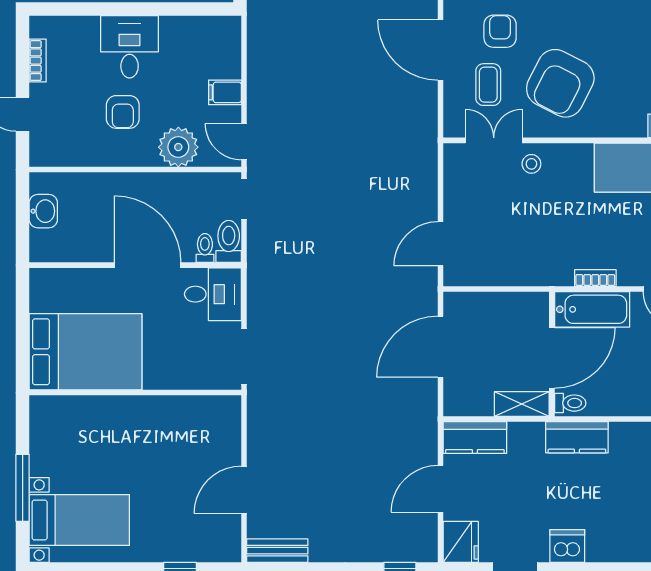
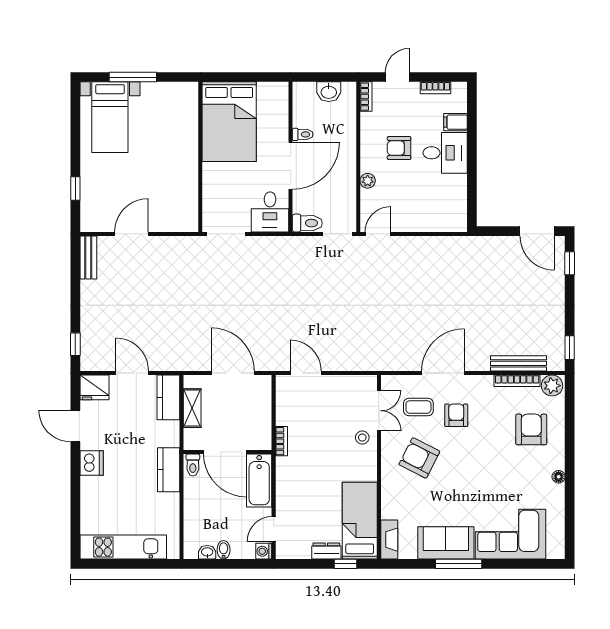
armchair: (500, 31) -> (456, 415), turned -90
armchair: (560, 83) -> (419, 458), width x0.73, depth x0.73
filing cabinet: (225, 92) -> (456, 122), moved, turned -90
plant: (178, 147) -> (368, 181), width x0.53, depth x0.53
bookcase: (50, 159) -> (366, 97), added
toilet: (205, 248) -> (303, 134), moved
bookcase: (595, 278) -> (281, 441), moved
shelving: (522, 404) -> (192, 408), moved
door: (244, 490) -> (131, 234), hinge flipped

